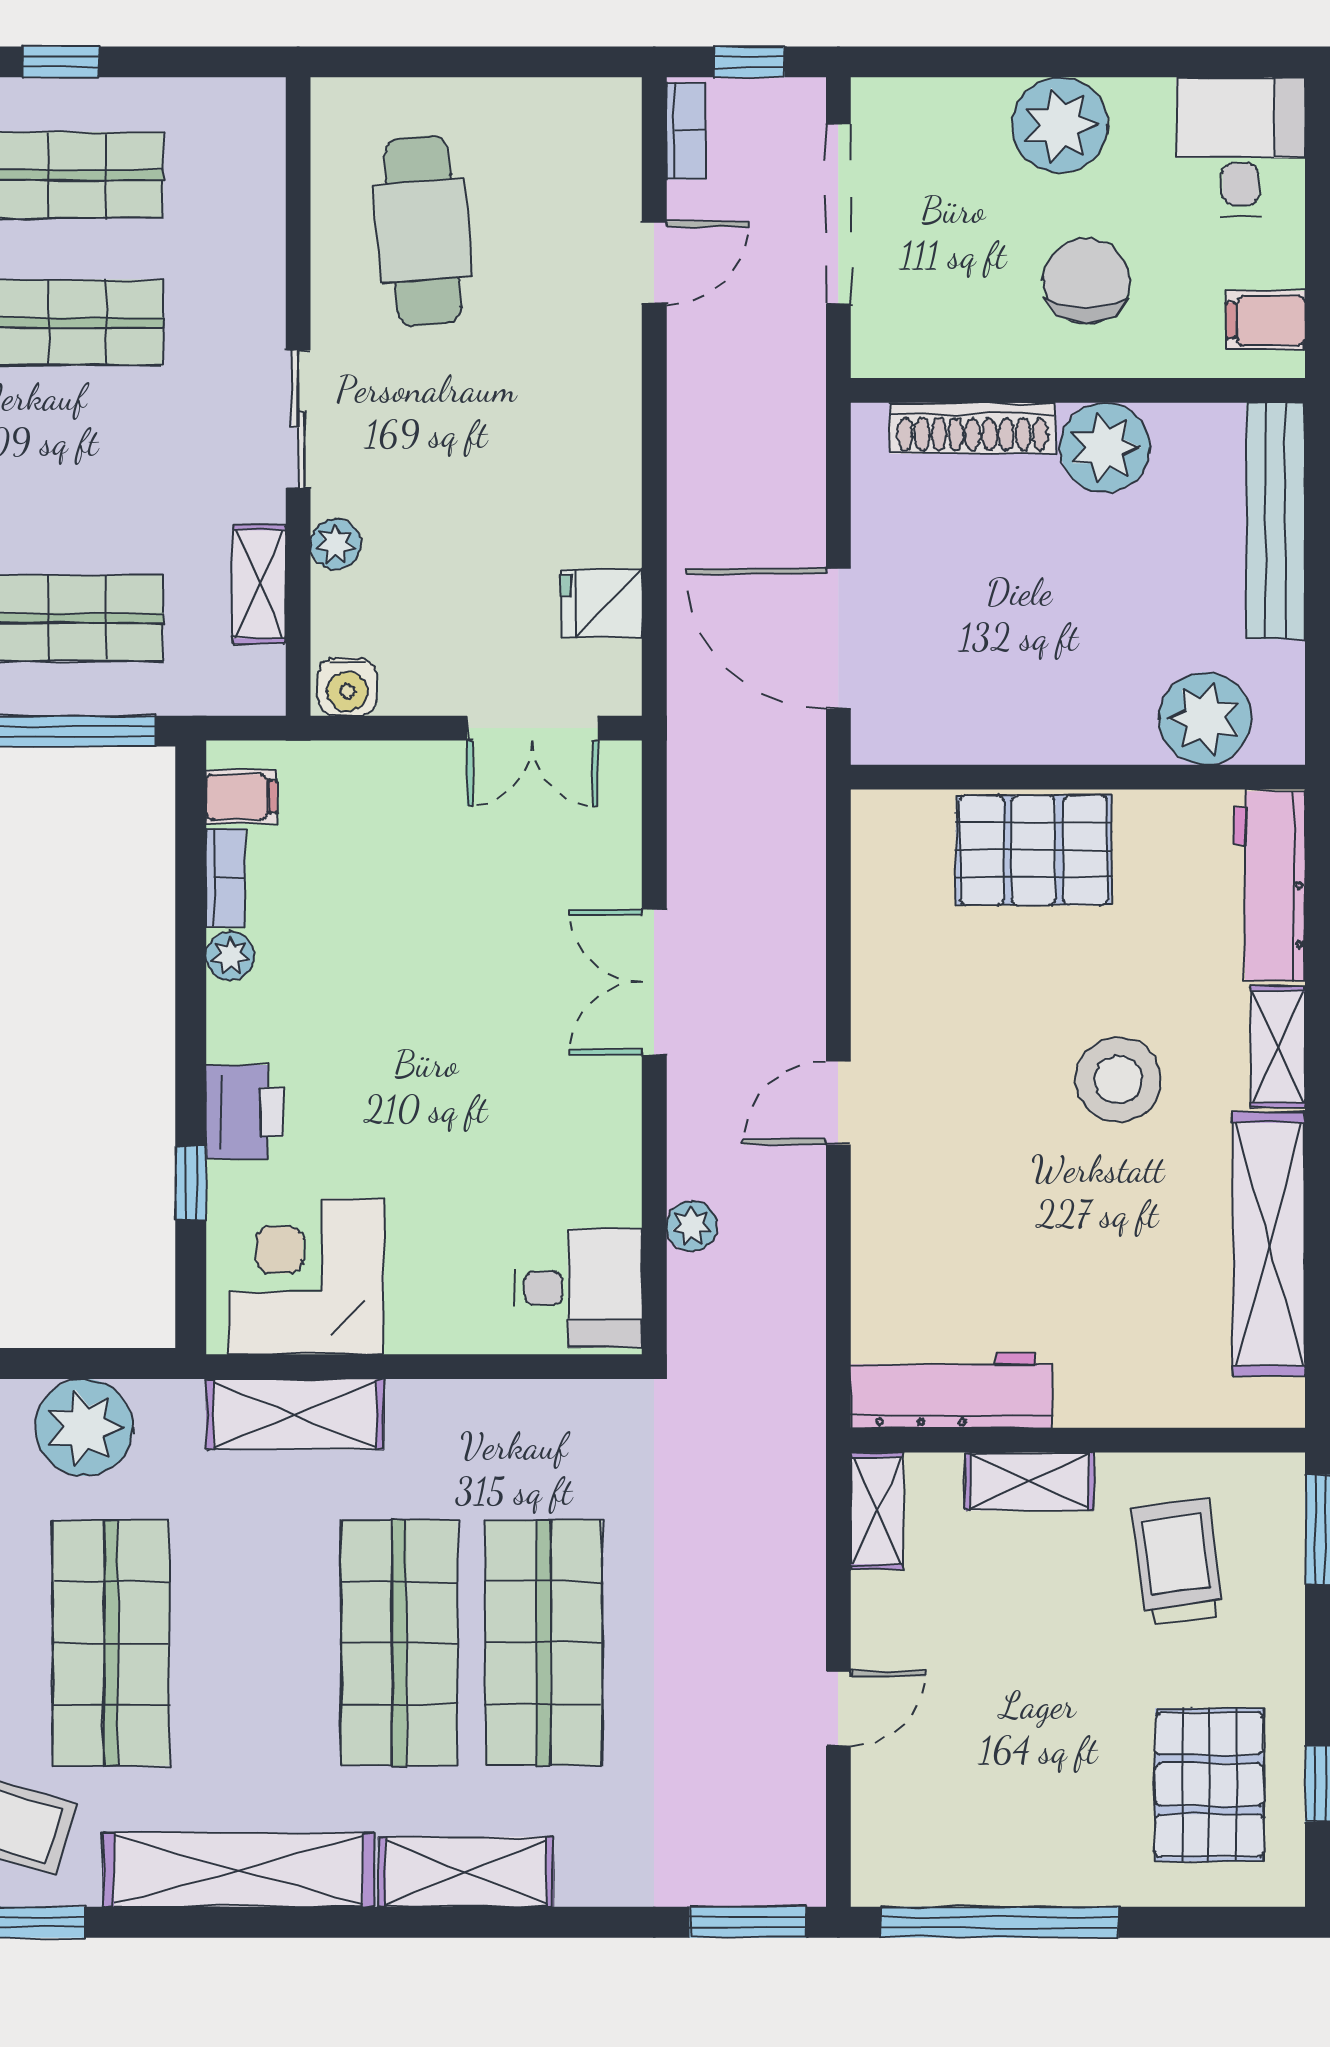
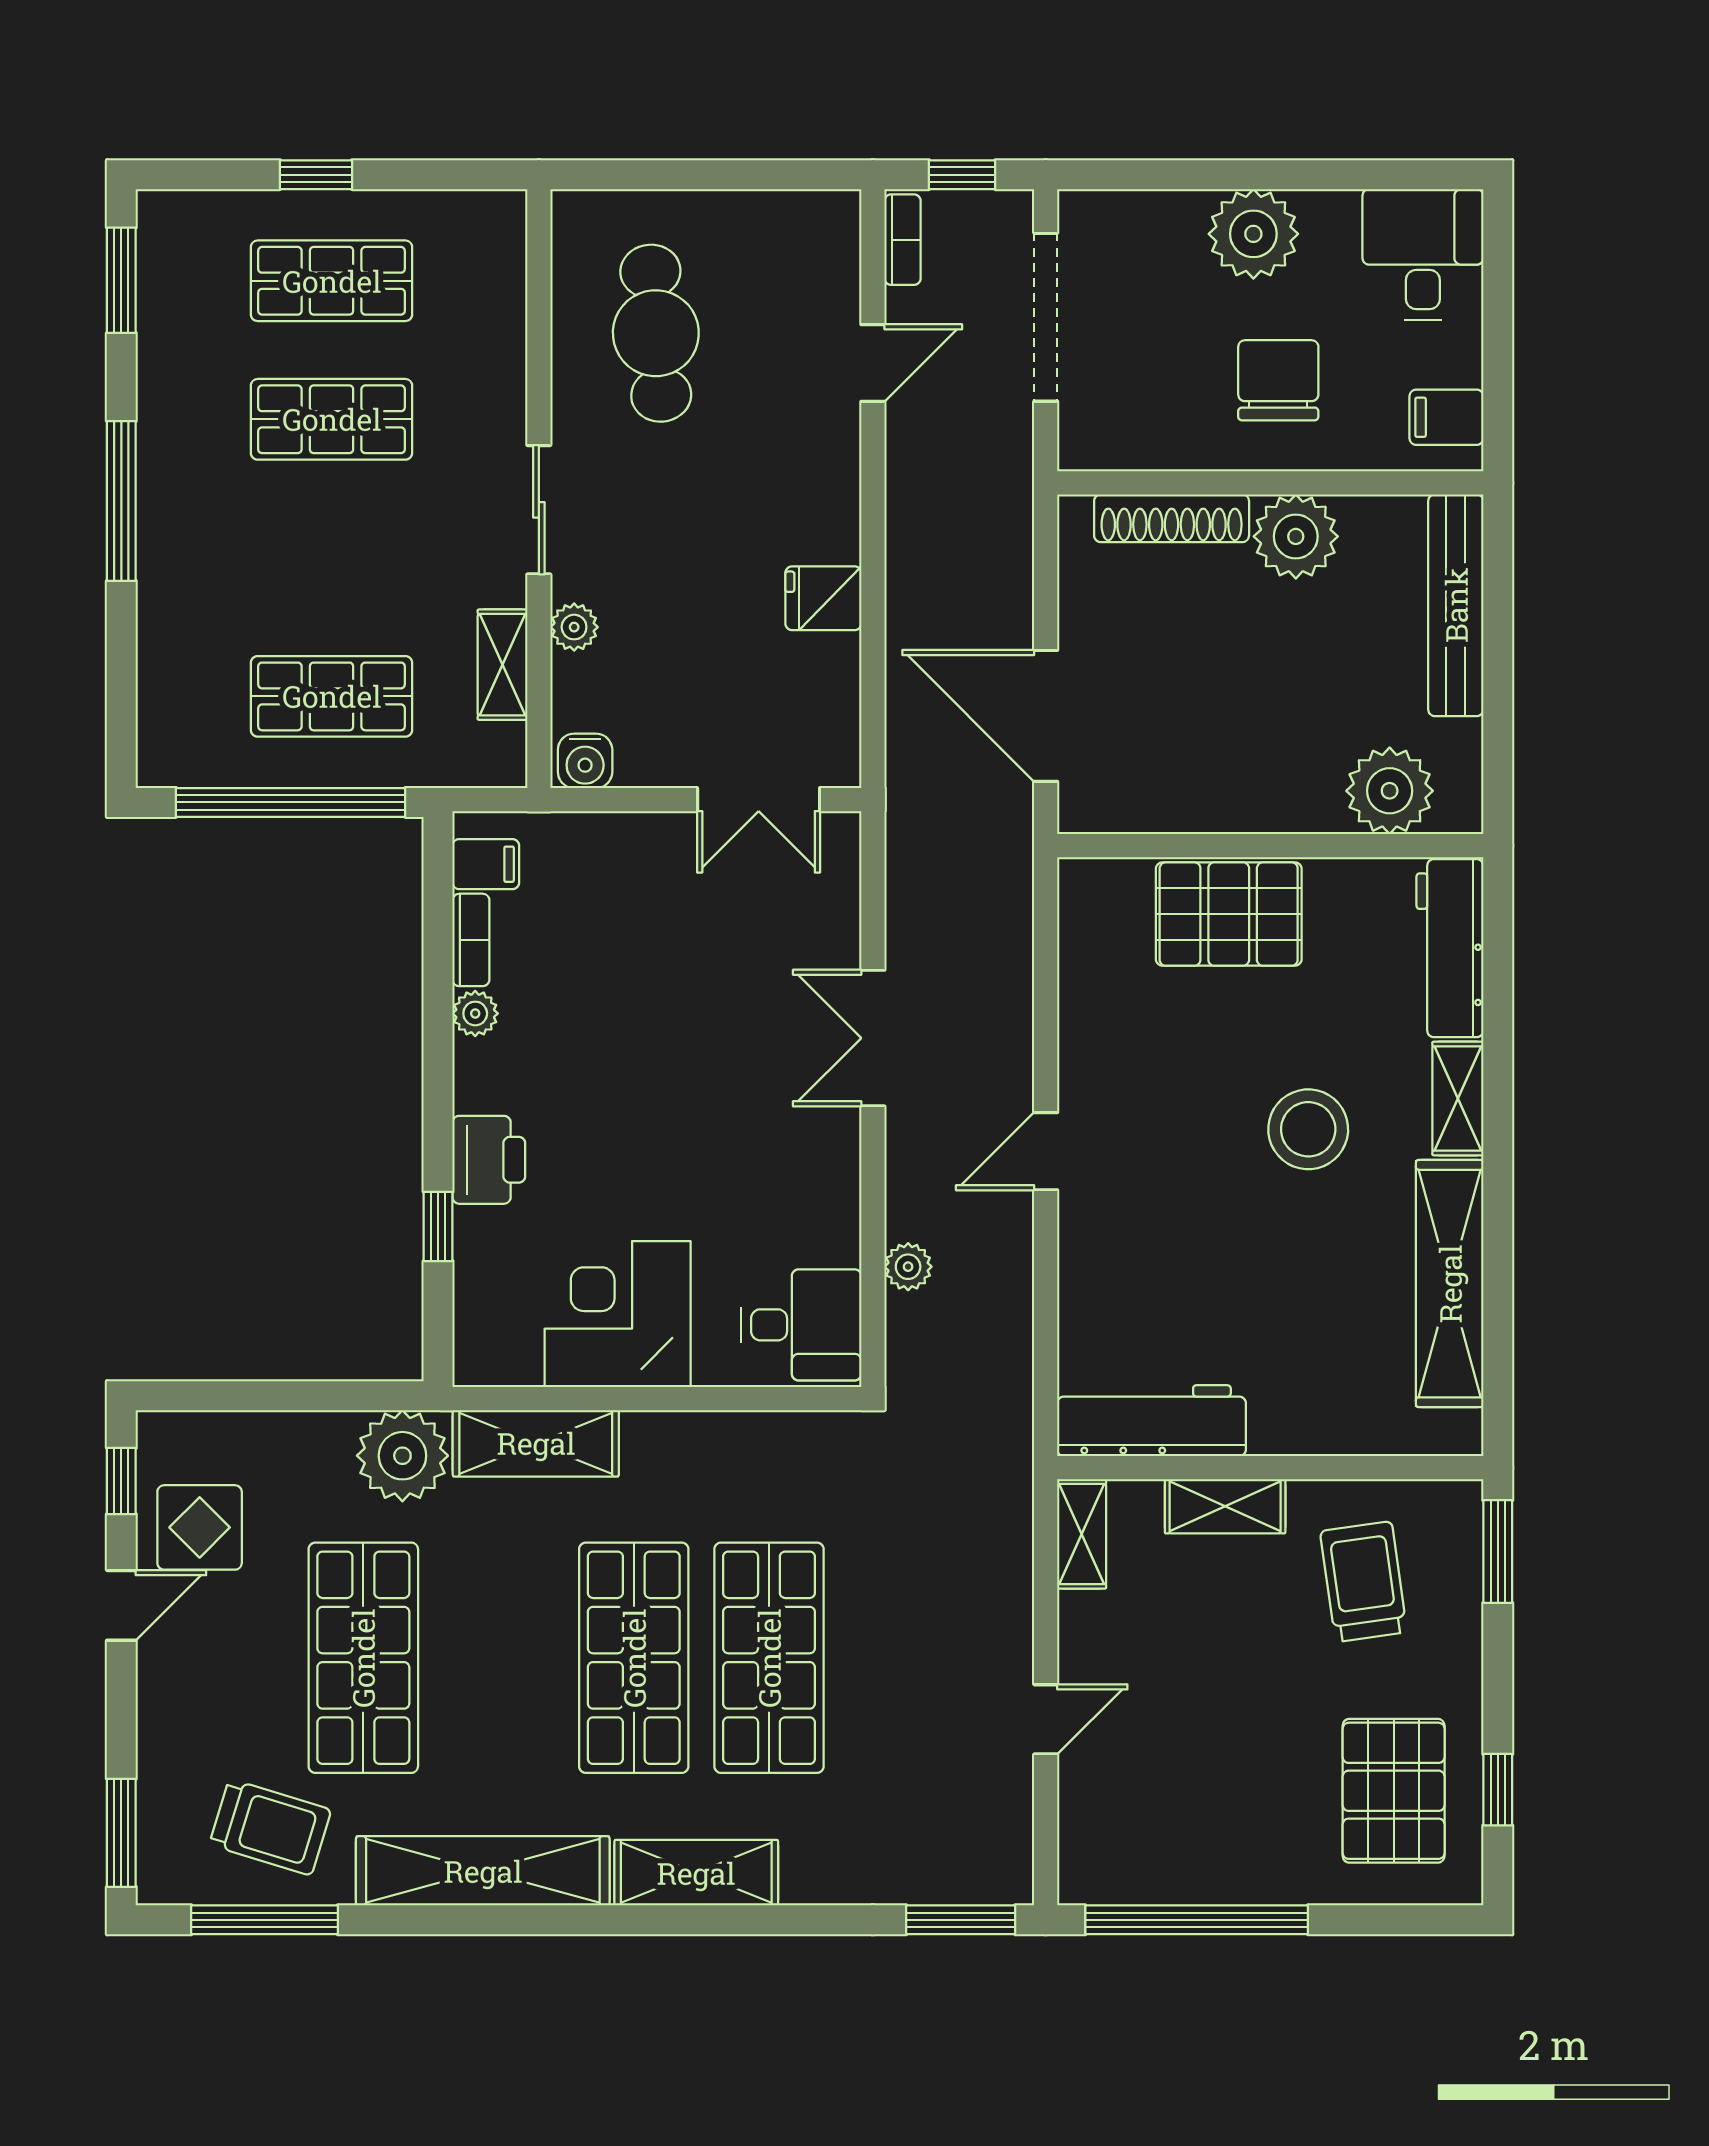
fridge: (601, 603) -> (823, 598), moved
corner desk: (306, 1276) -> (618, 1314), moved
plant: (84, 1427) -> (402, 1456), moved

